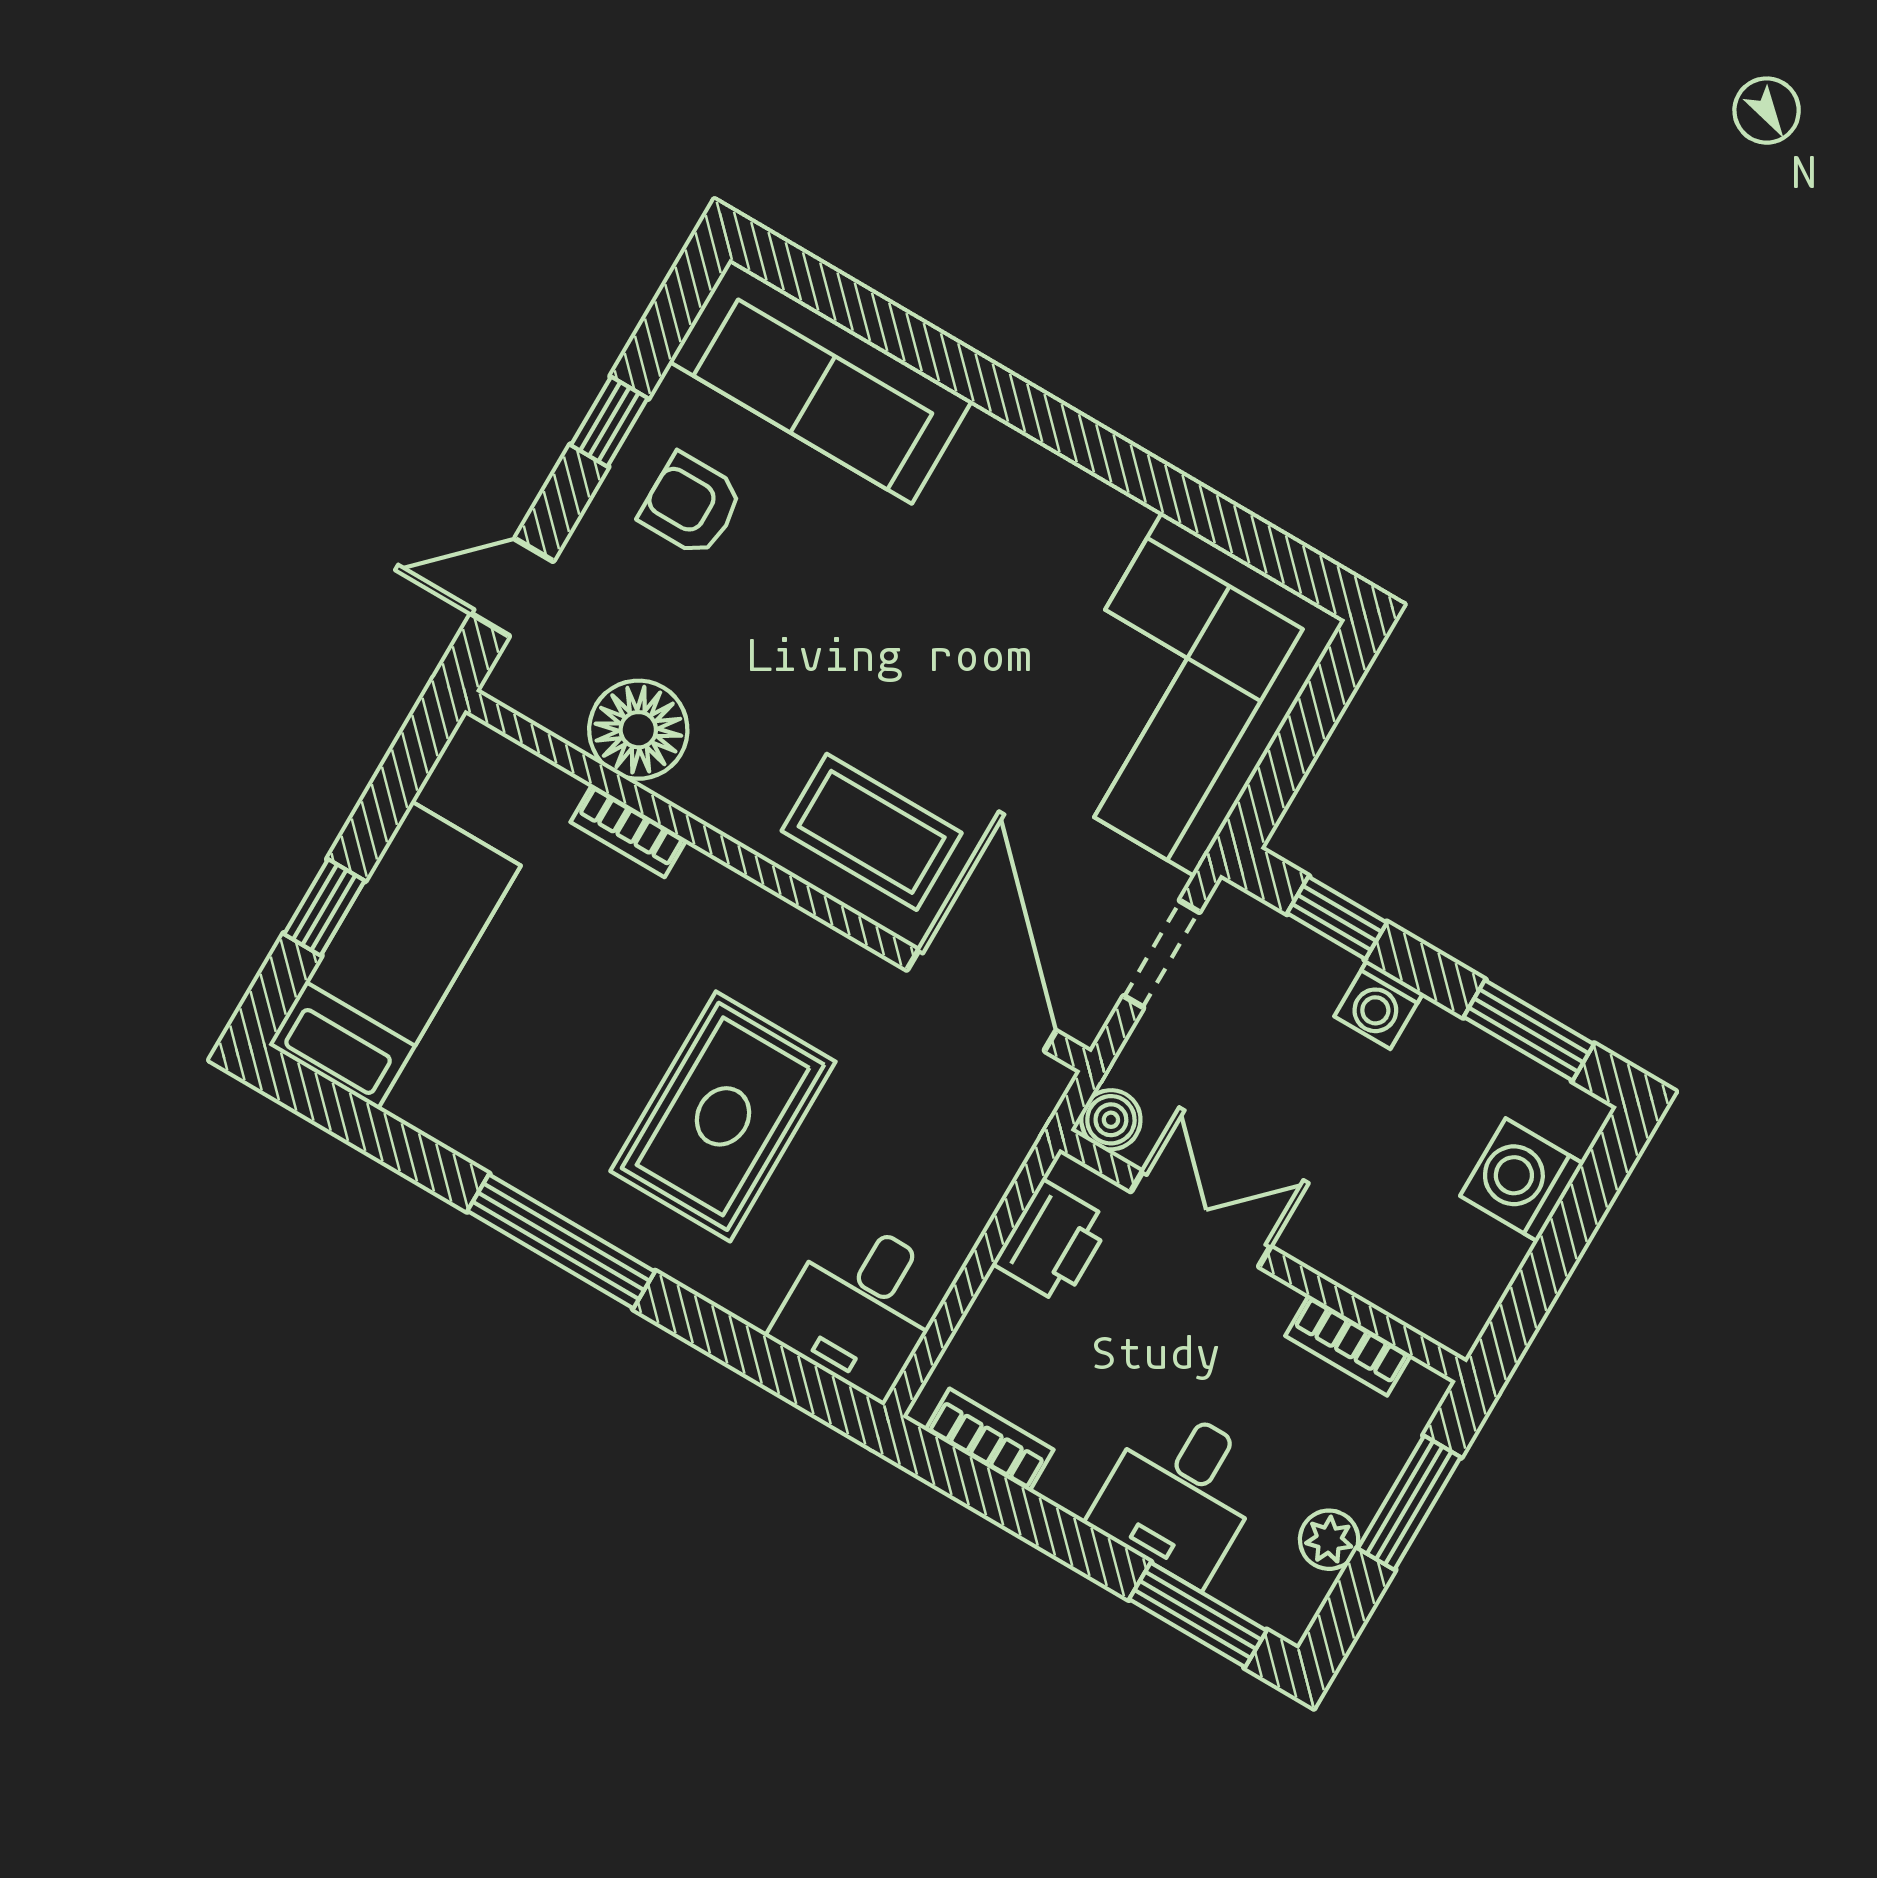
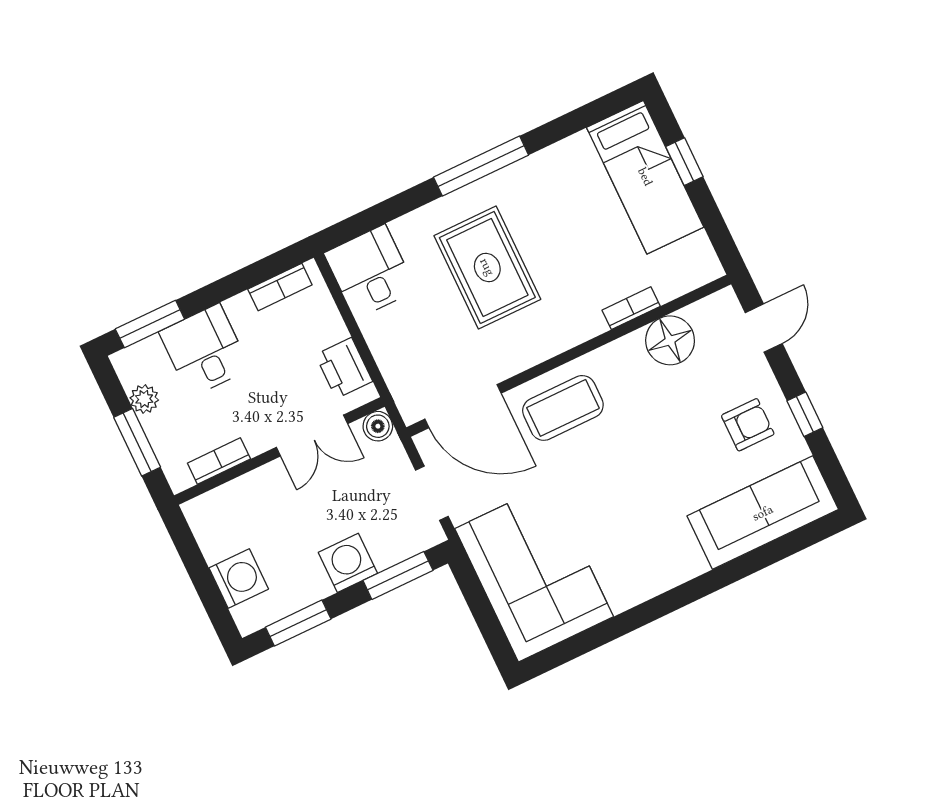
window: (1337, 918) -> (398, 575), width x1.50
washing machine: (1379, 1005) -> (348, 563), width x1.38, depth x1.38

